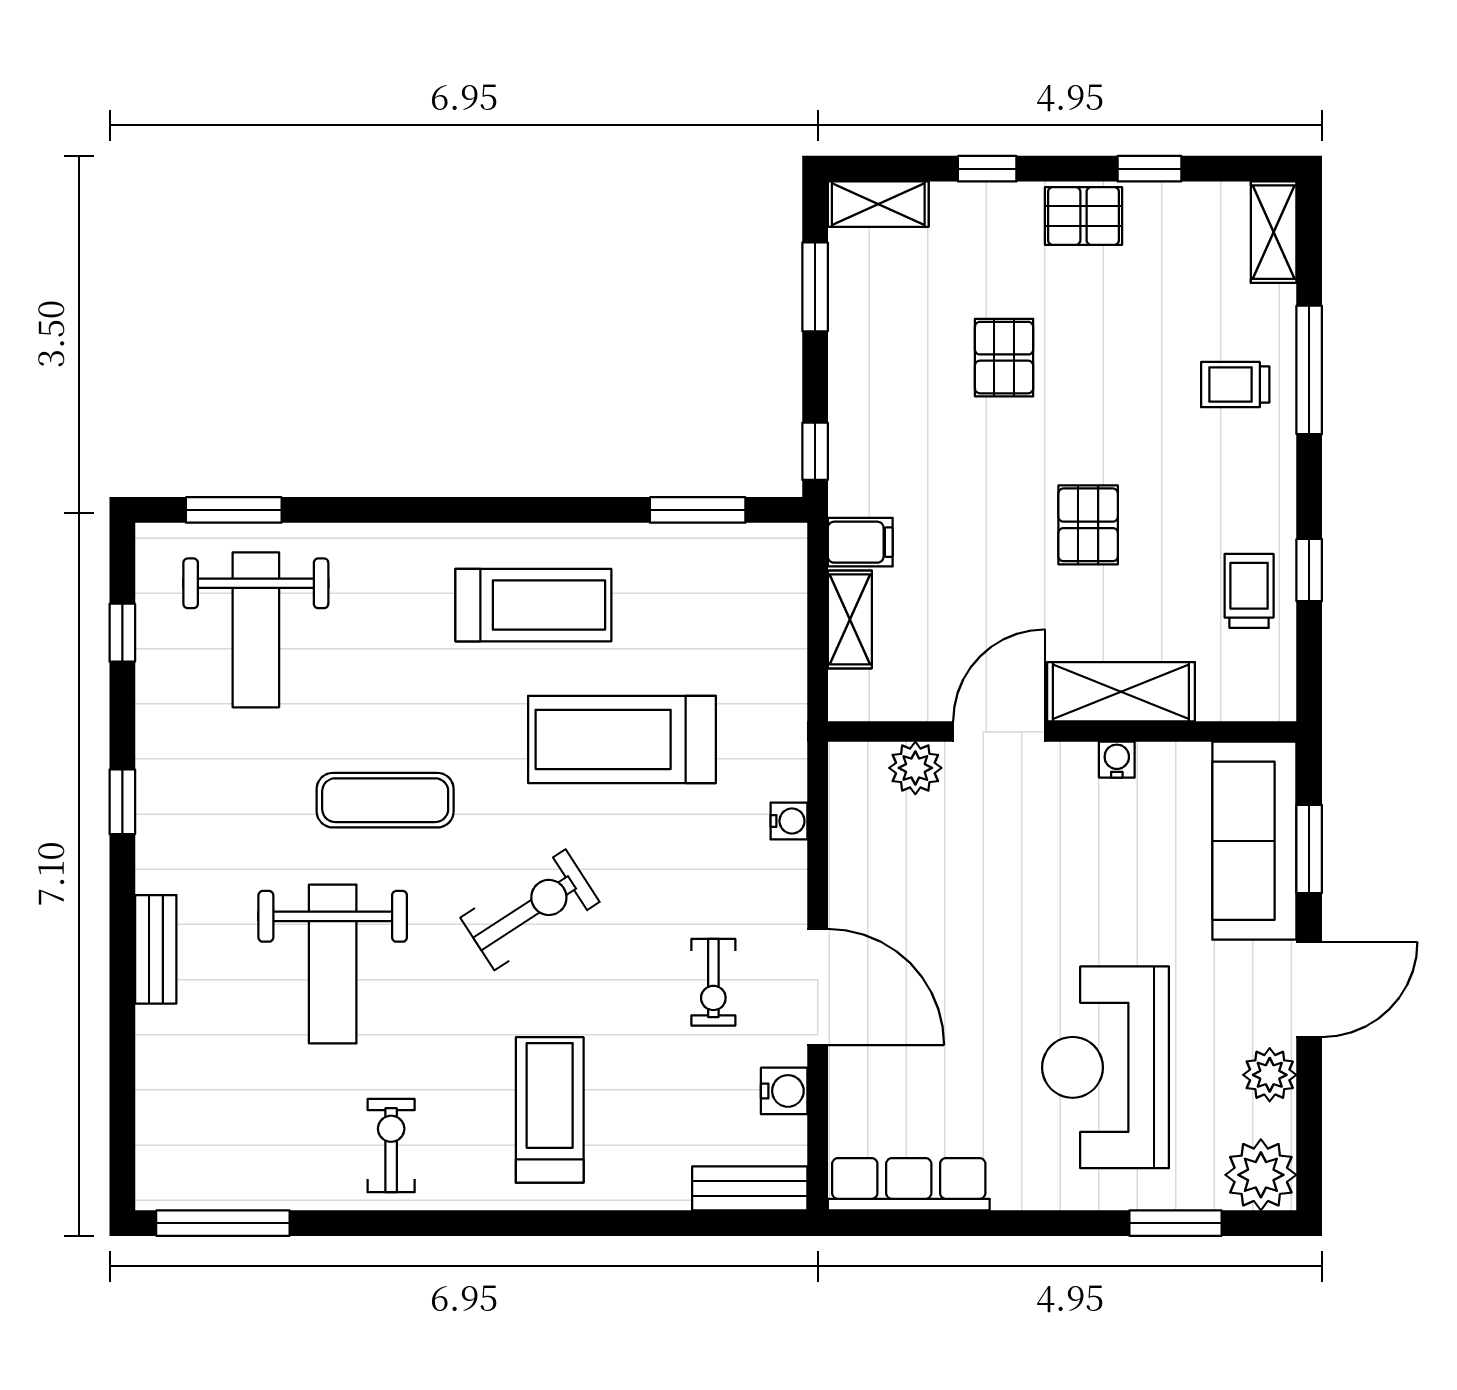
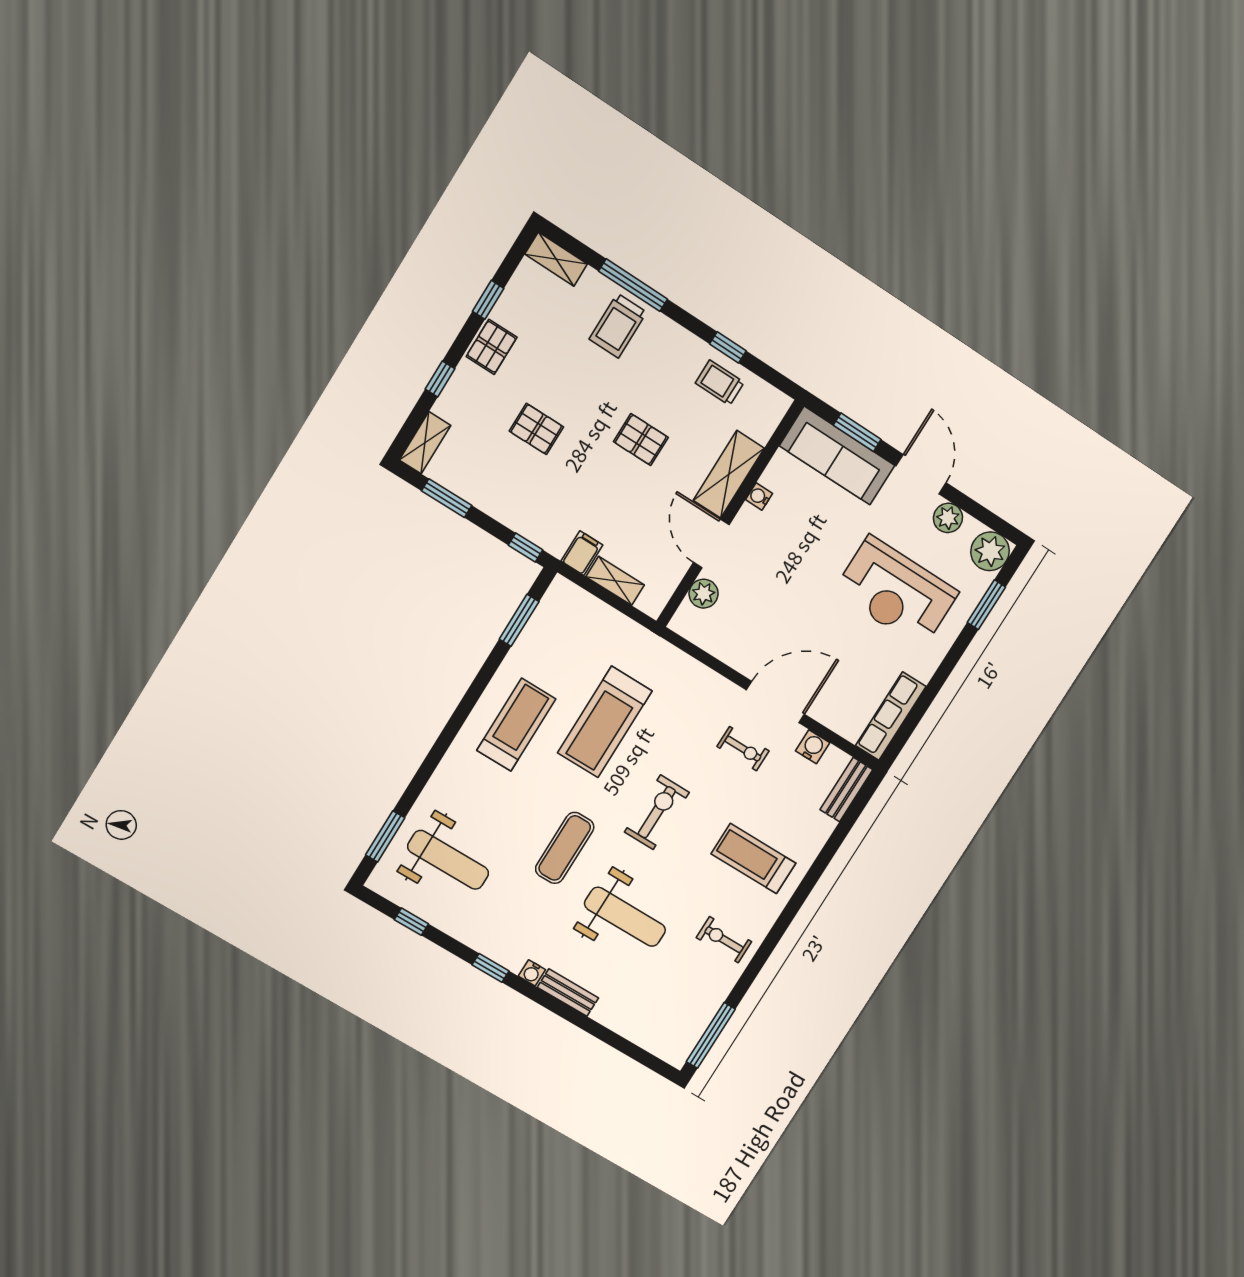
trolley: (1235, 385) -> (618, 326), width x1.36, depth x1.39
water cooler: (789, 821) -> (532, 973), moved, turned 180
exercise bike: (530, 910) -> (657, 812), turned 33

